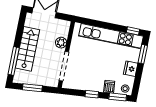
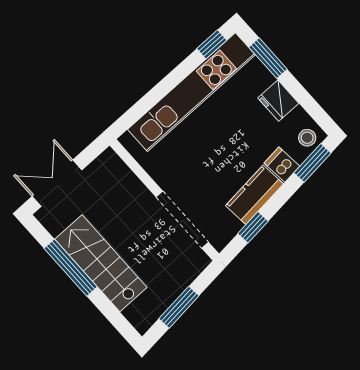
plant: (61, 43) -> (135, 193), removed
window: (14, 61) -> (71, 268), moved
kitchen counter: (91, 85) -> (255, 195), added
window: (92, 94) -> (253, 227), moved

